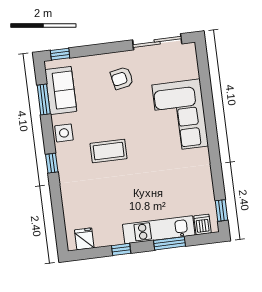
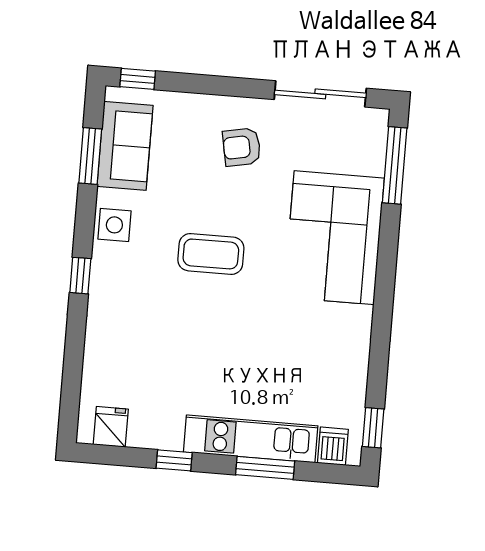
window: (204, 71) -> (395, 165), added
coffee table: (109, 151) -> (211, 254), moved

